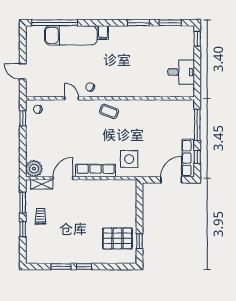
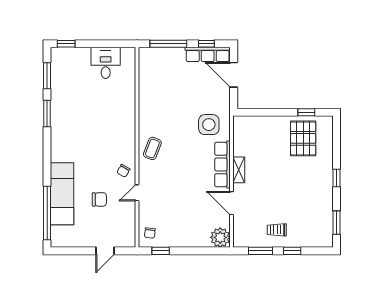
filing cabinet: (103, 33) -> (59, 155), removed
chair: (66, 67) -> (99, 199), added
shelving: (42, 184) -> (239, 170), moved
window: (61, 267) -> (336, 223), moved

